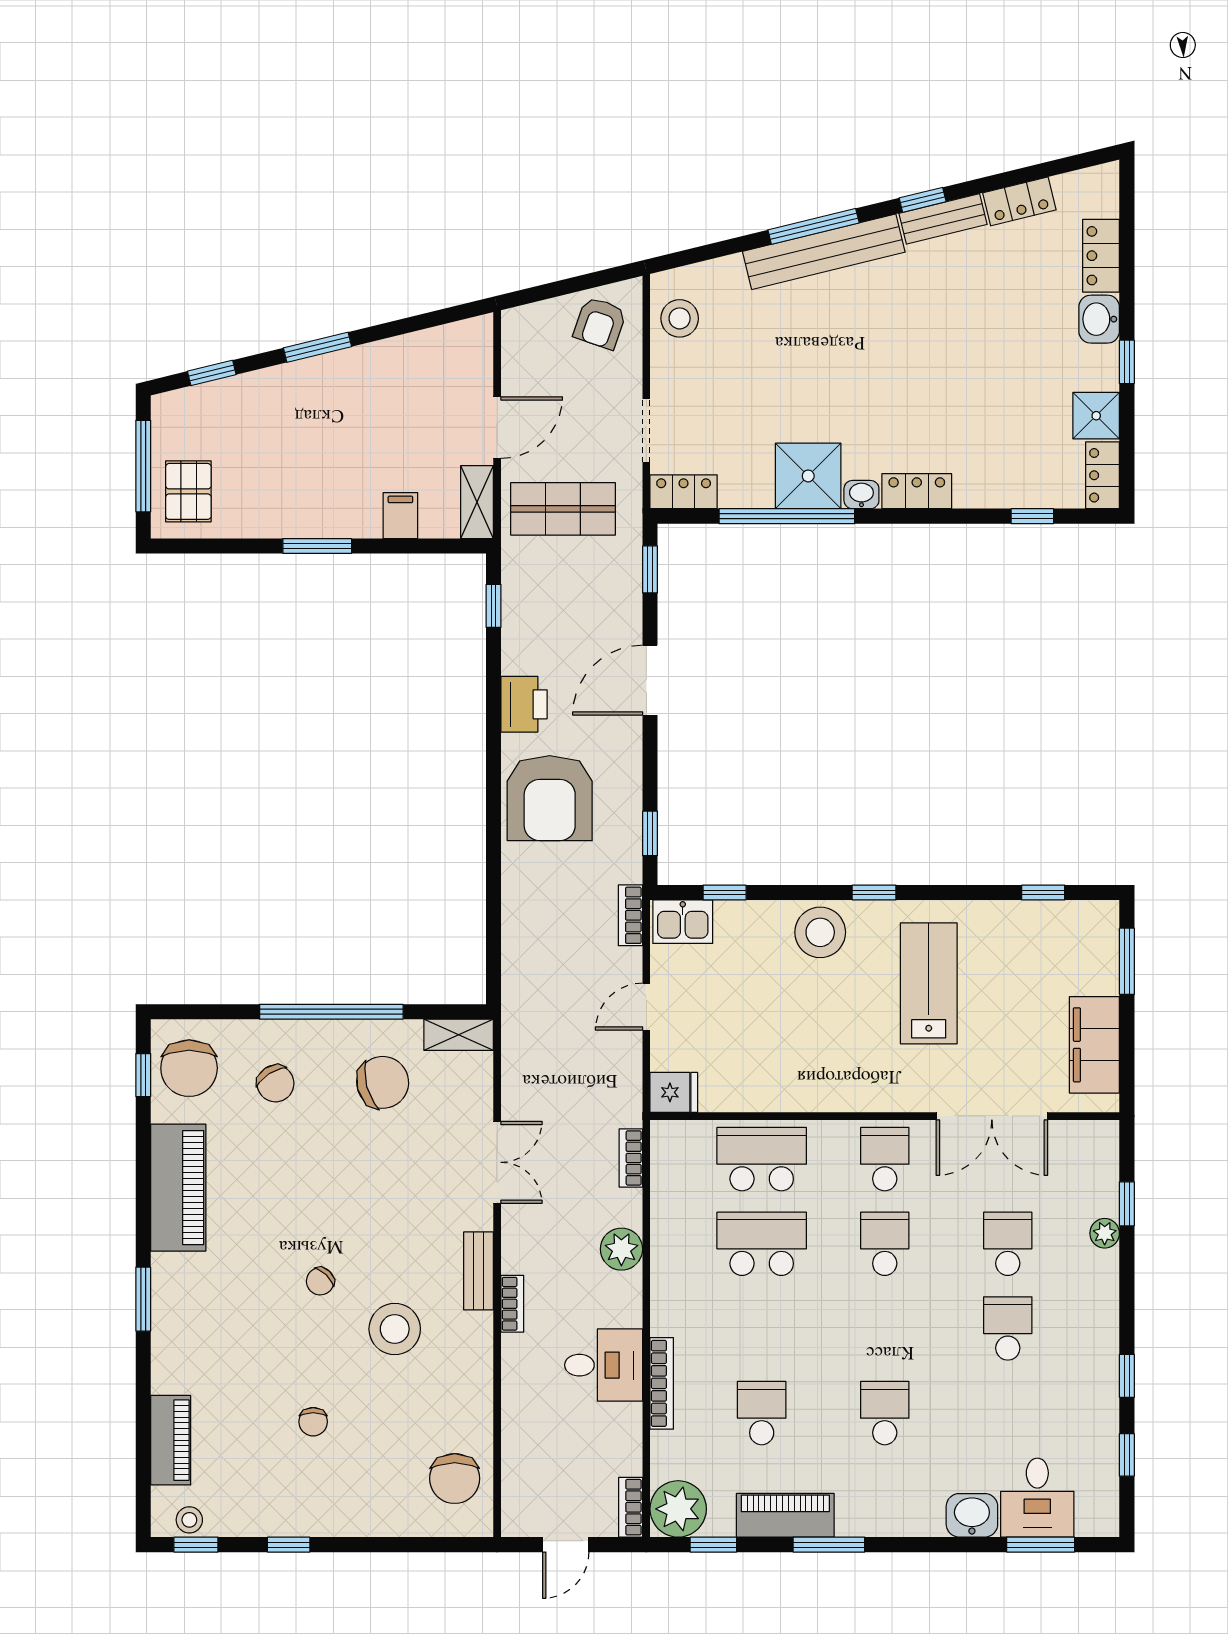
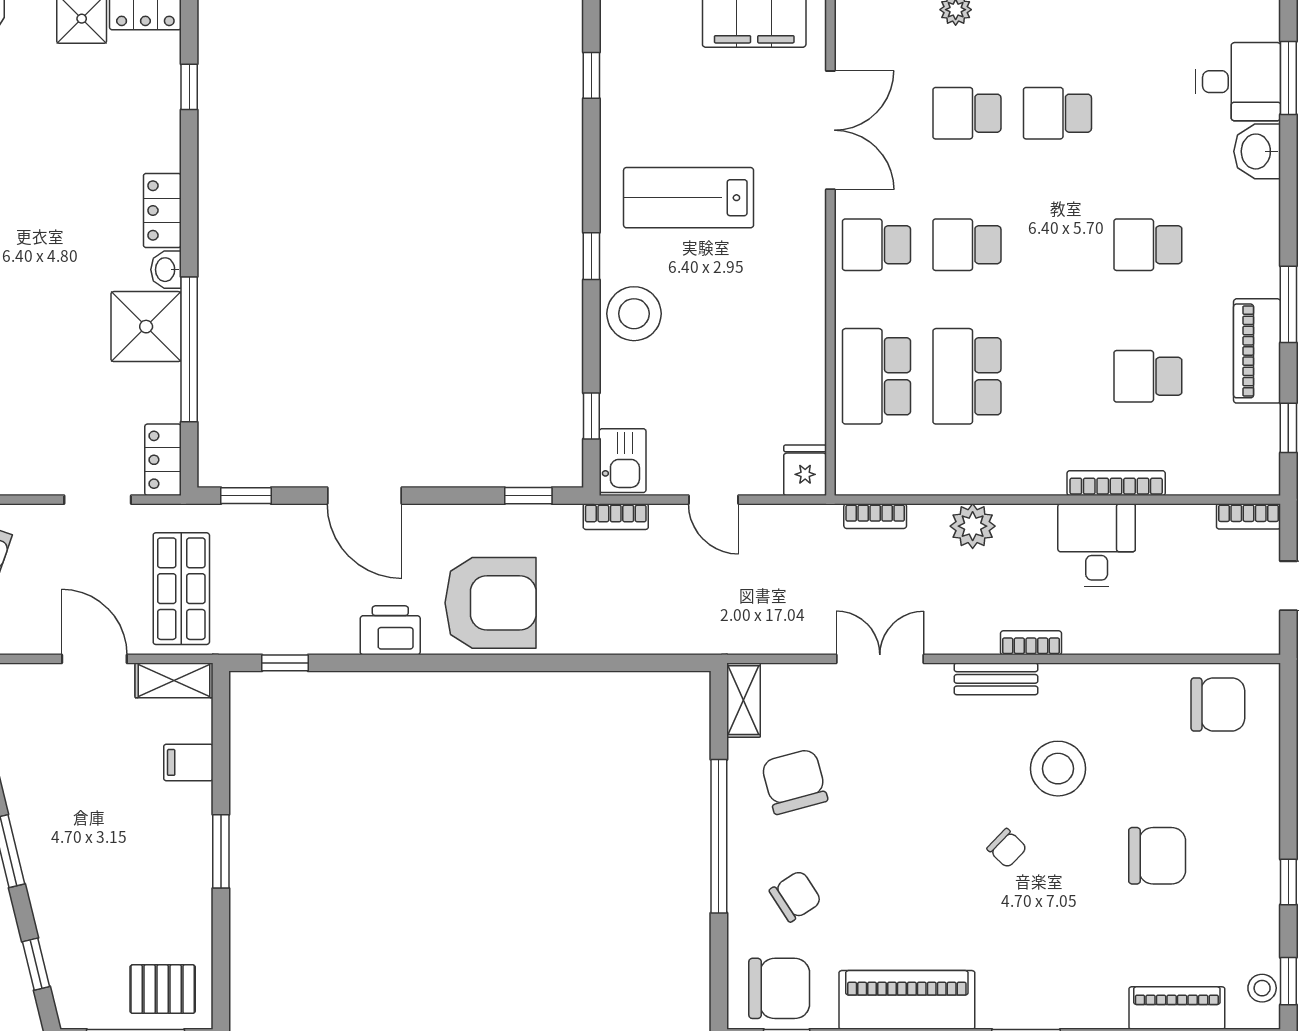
chair: (313, 1422) -> (1157, 856), width x1.87, depth x1.87
plant: (678, 1509) -> (1250, 466), removed

